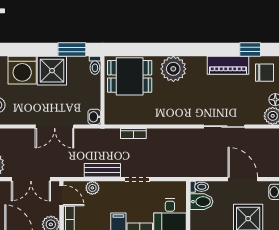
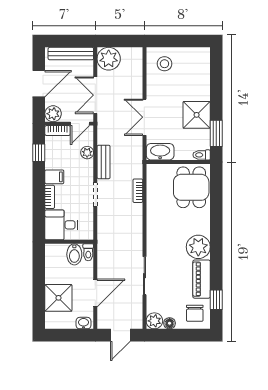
plant: (173, 69) -> (198, 247), moved
washing machine: (22, 70) -> (197, 87), removed
washbasin: (94, 117) -> (160, 152), width x1.91, depth x1.45

